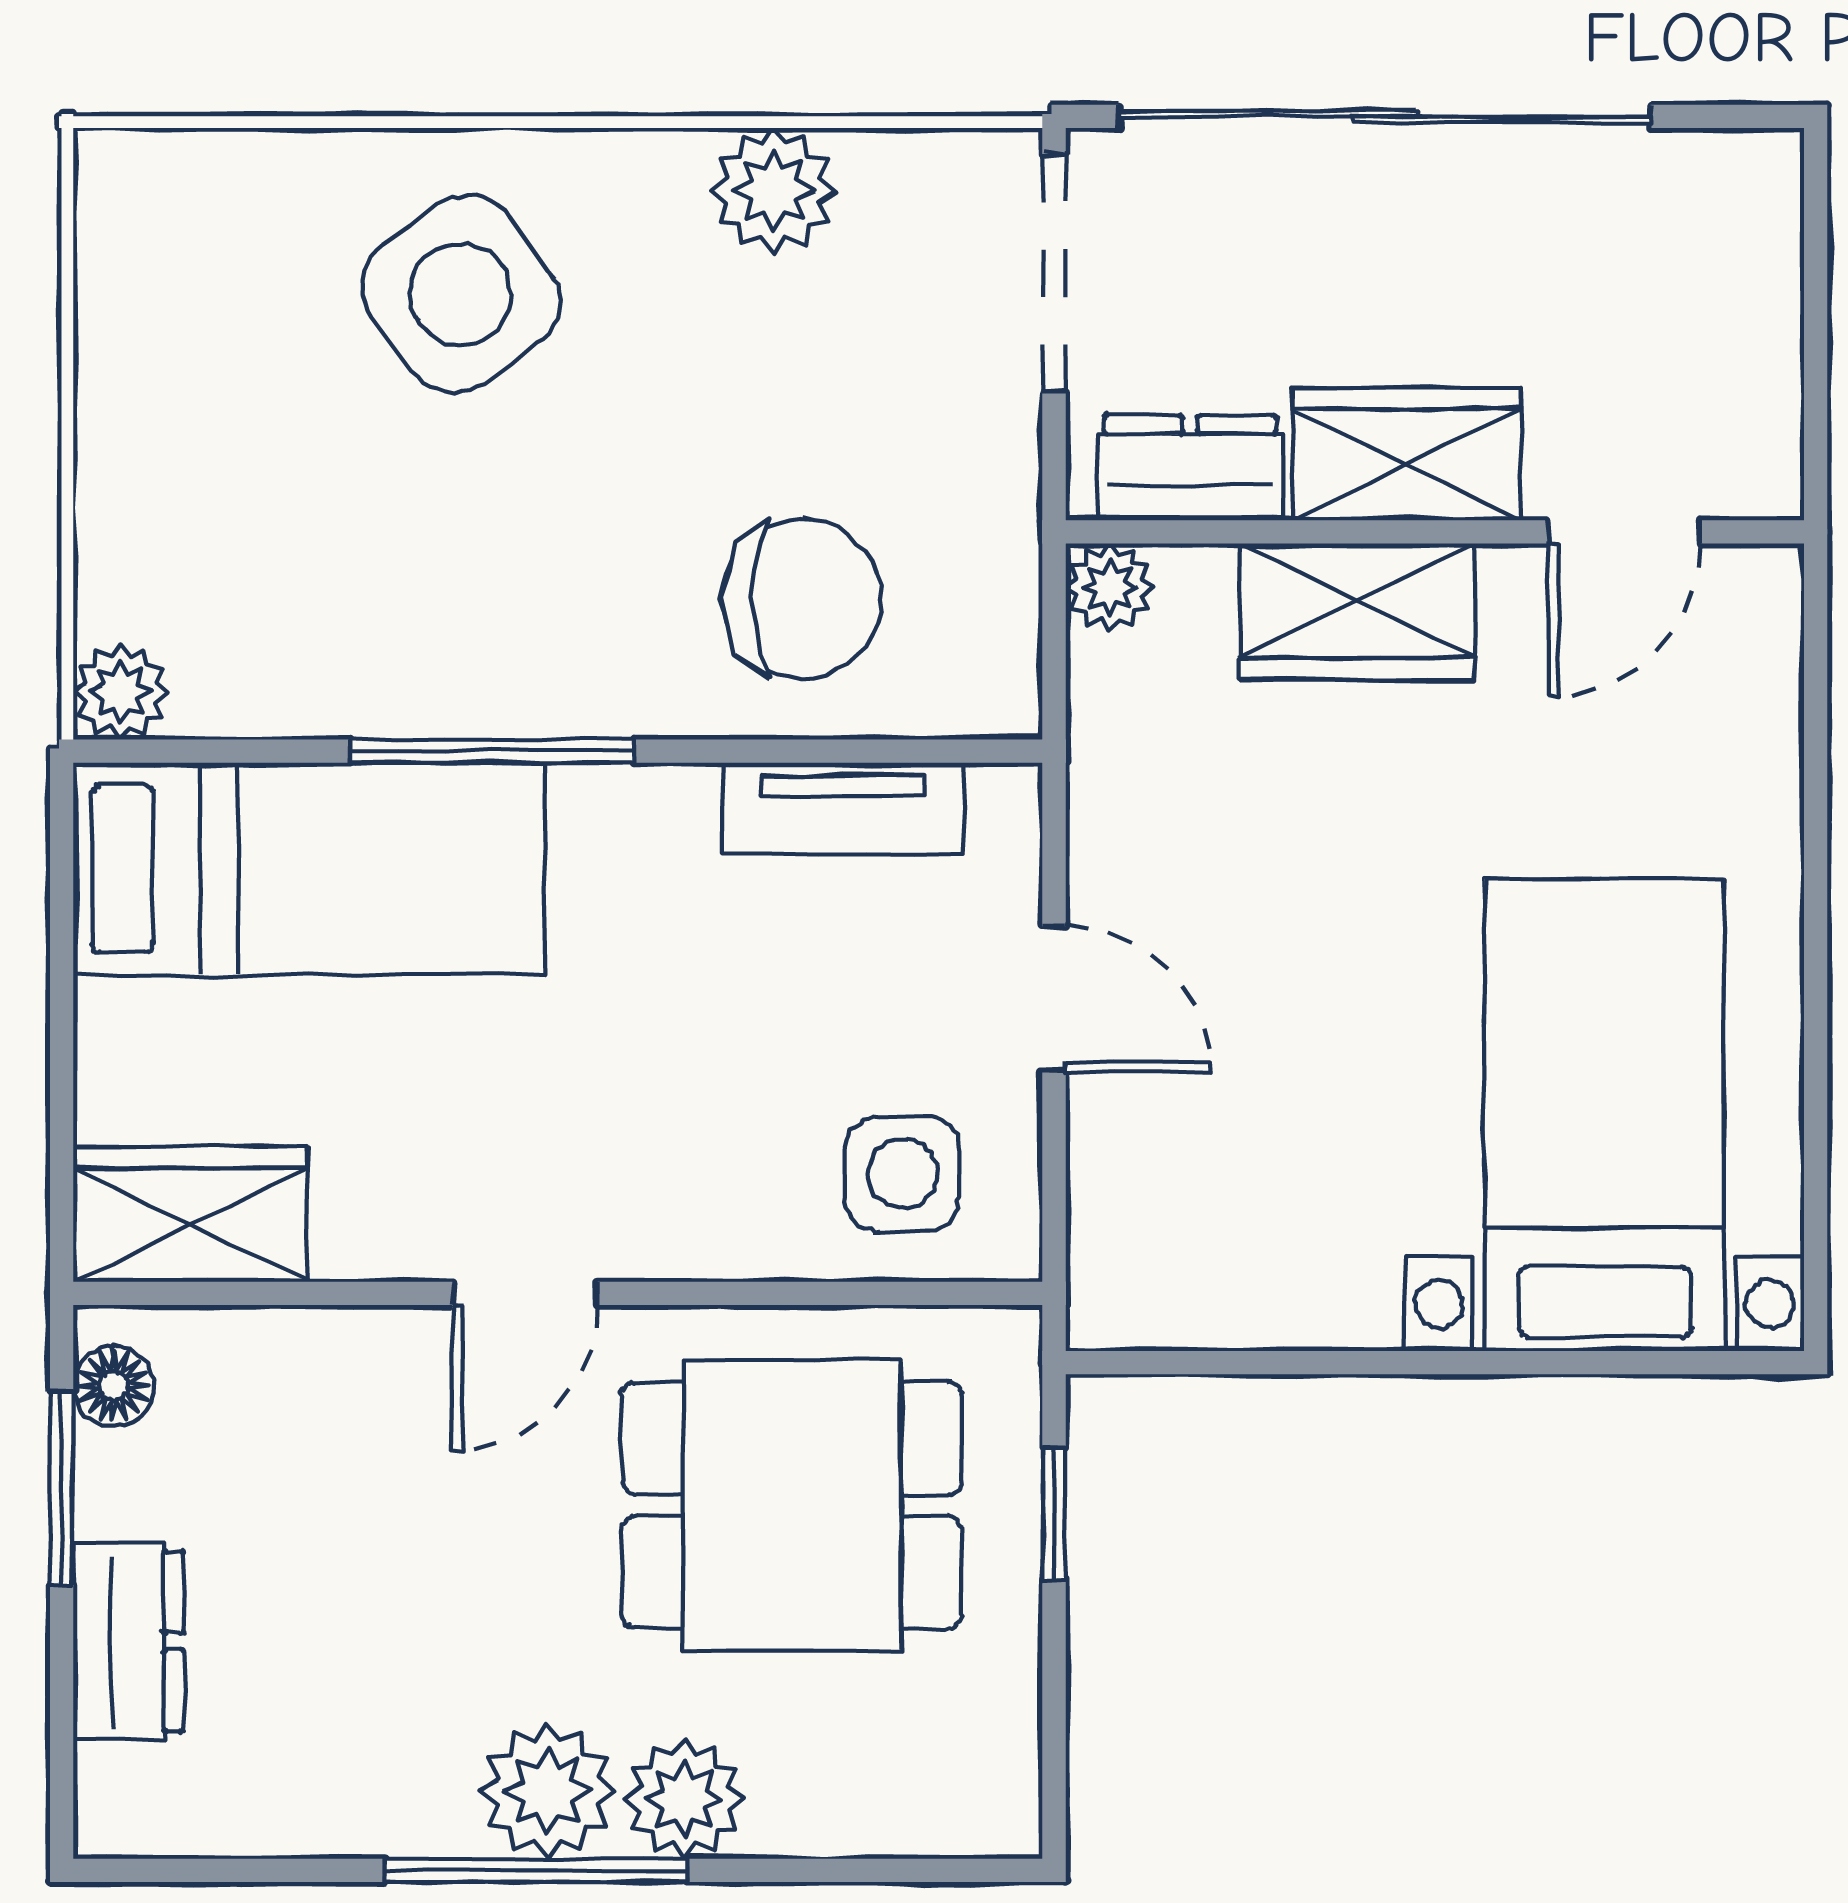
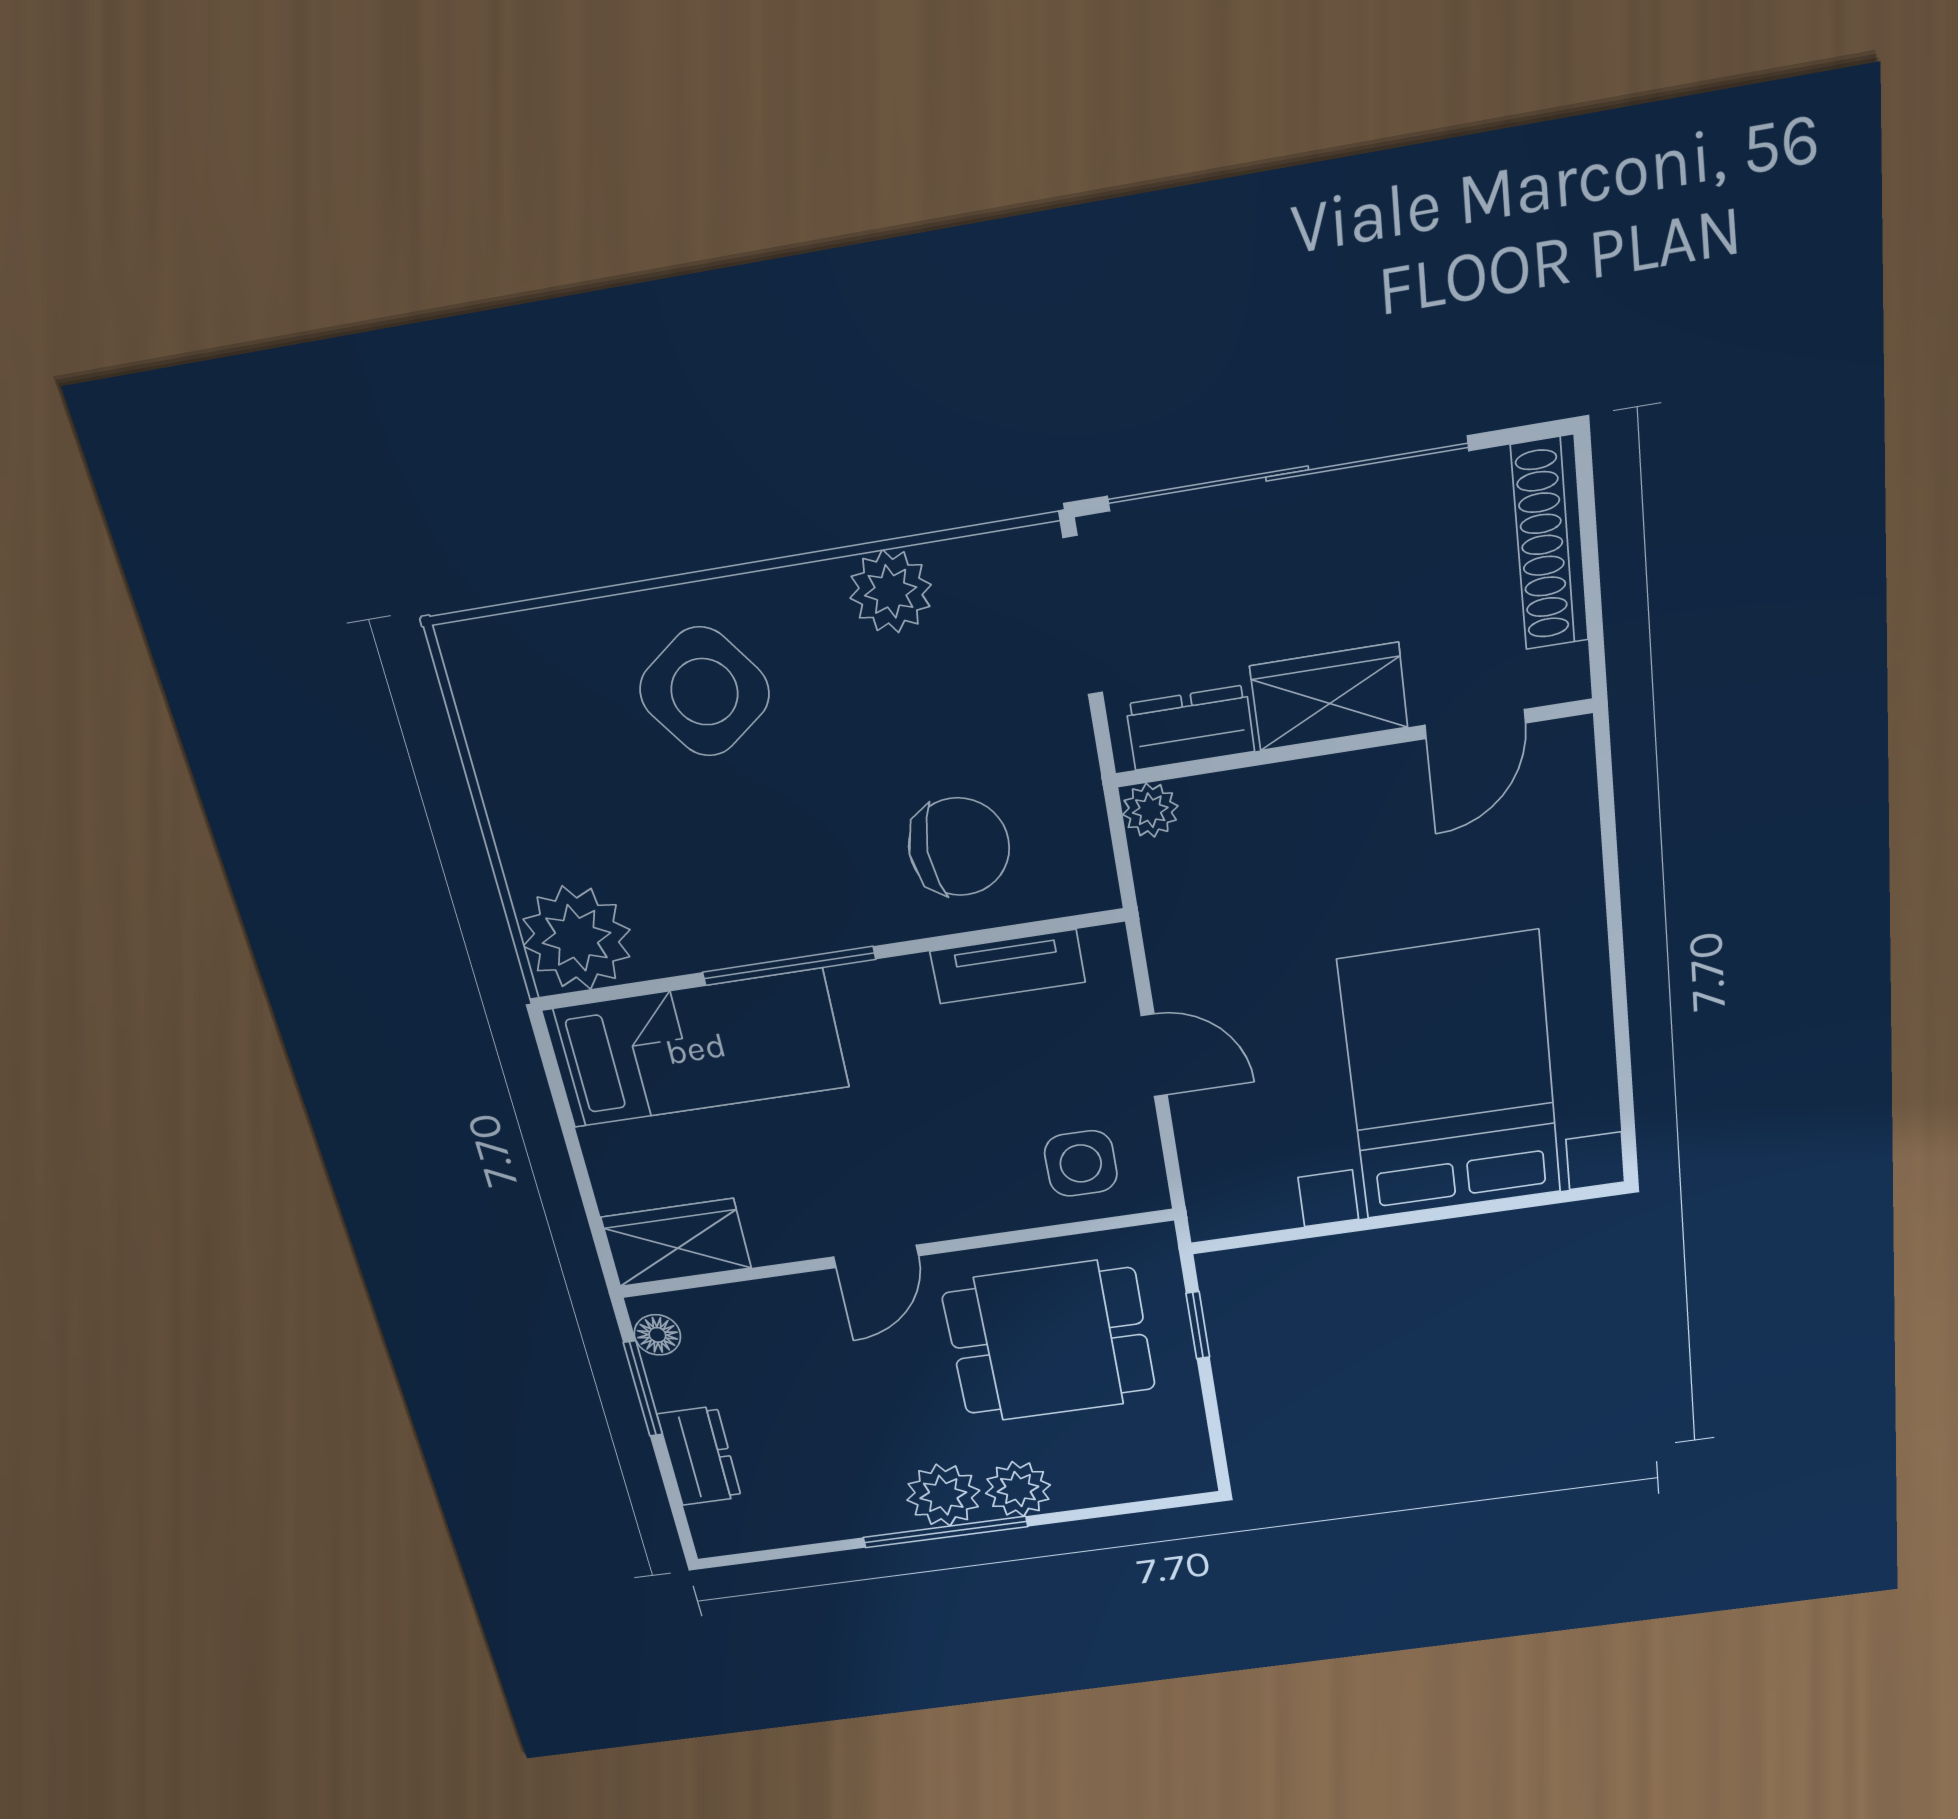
shoe rack: (1757, 279) -> (1550, 544), added
wardrobe: (1357, 611) -> (1309, 801), removed
plant: (121, 692) -> (577, 938), width x1.87, depth x1.87
bed with nightstands: (1605, 1115) -> (1451, 1078), width x1.36

